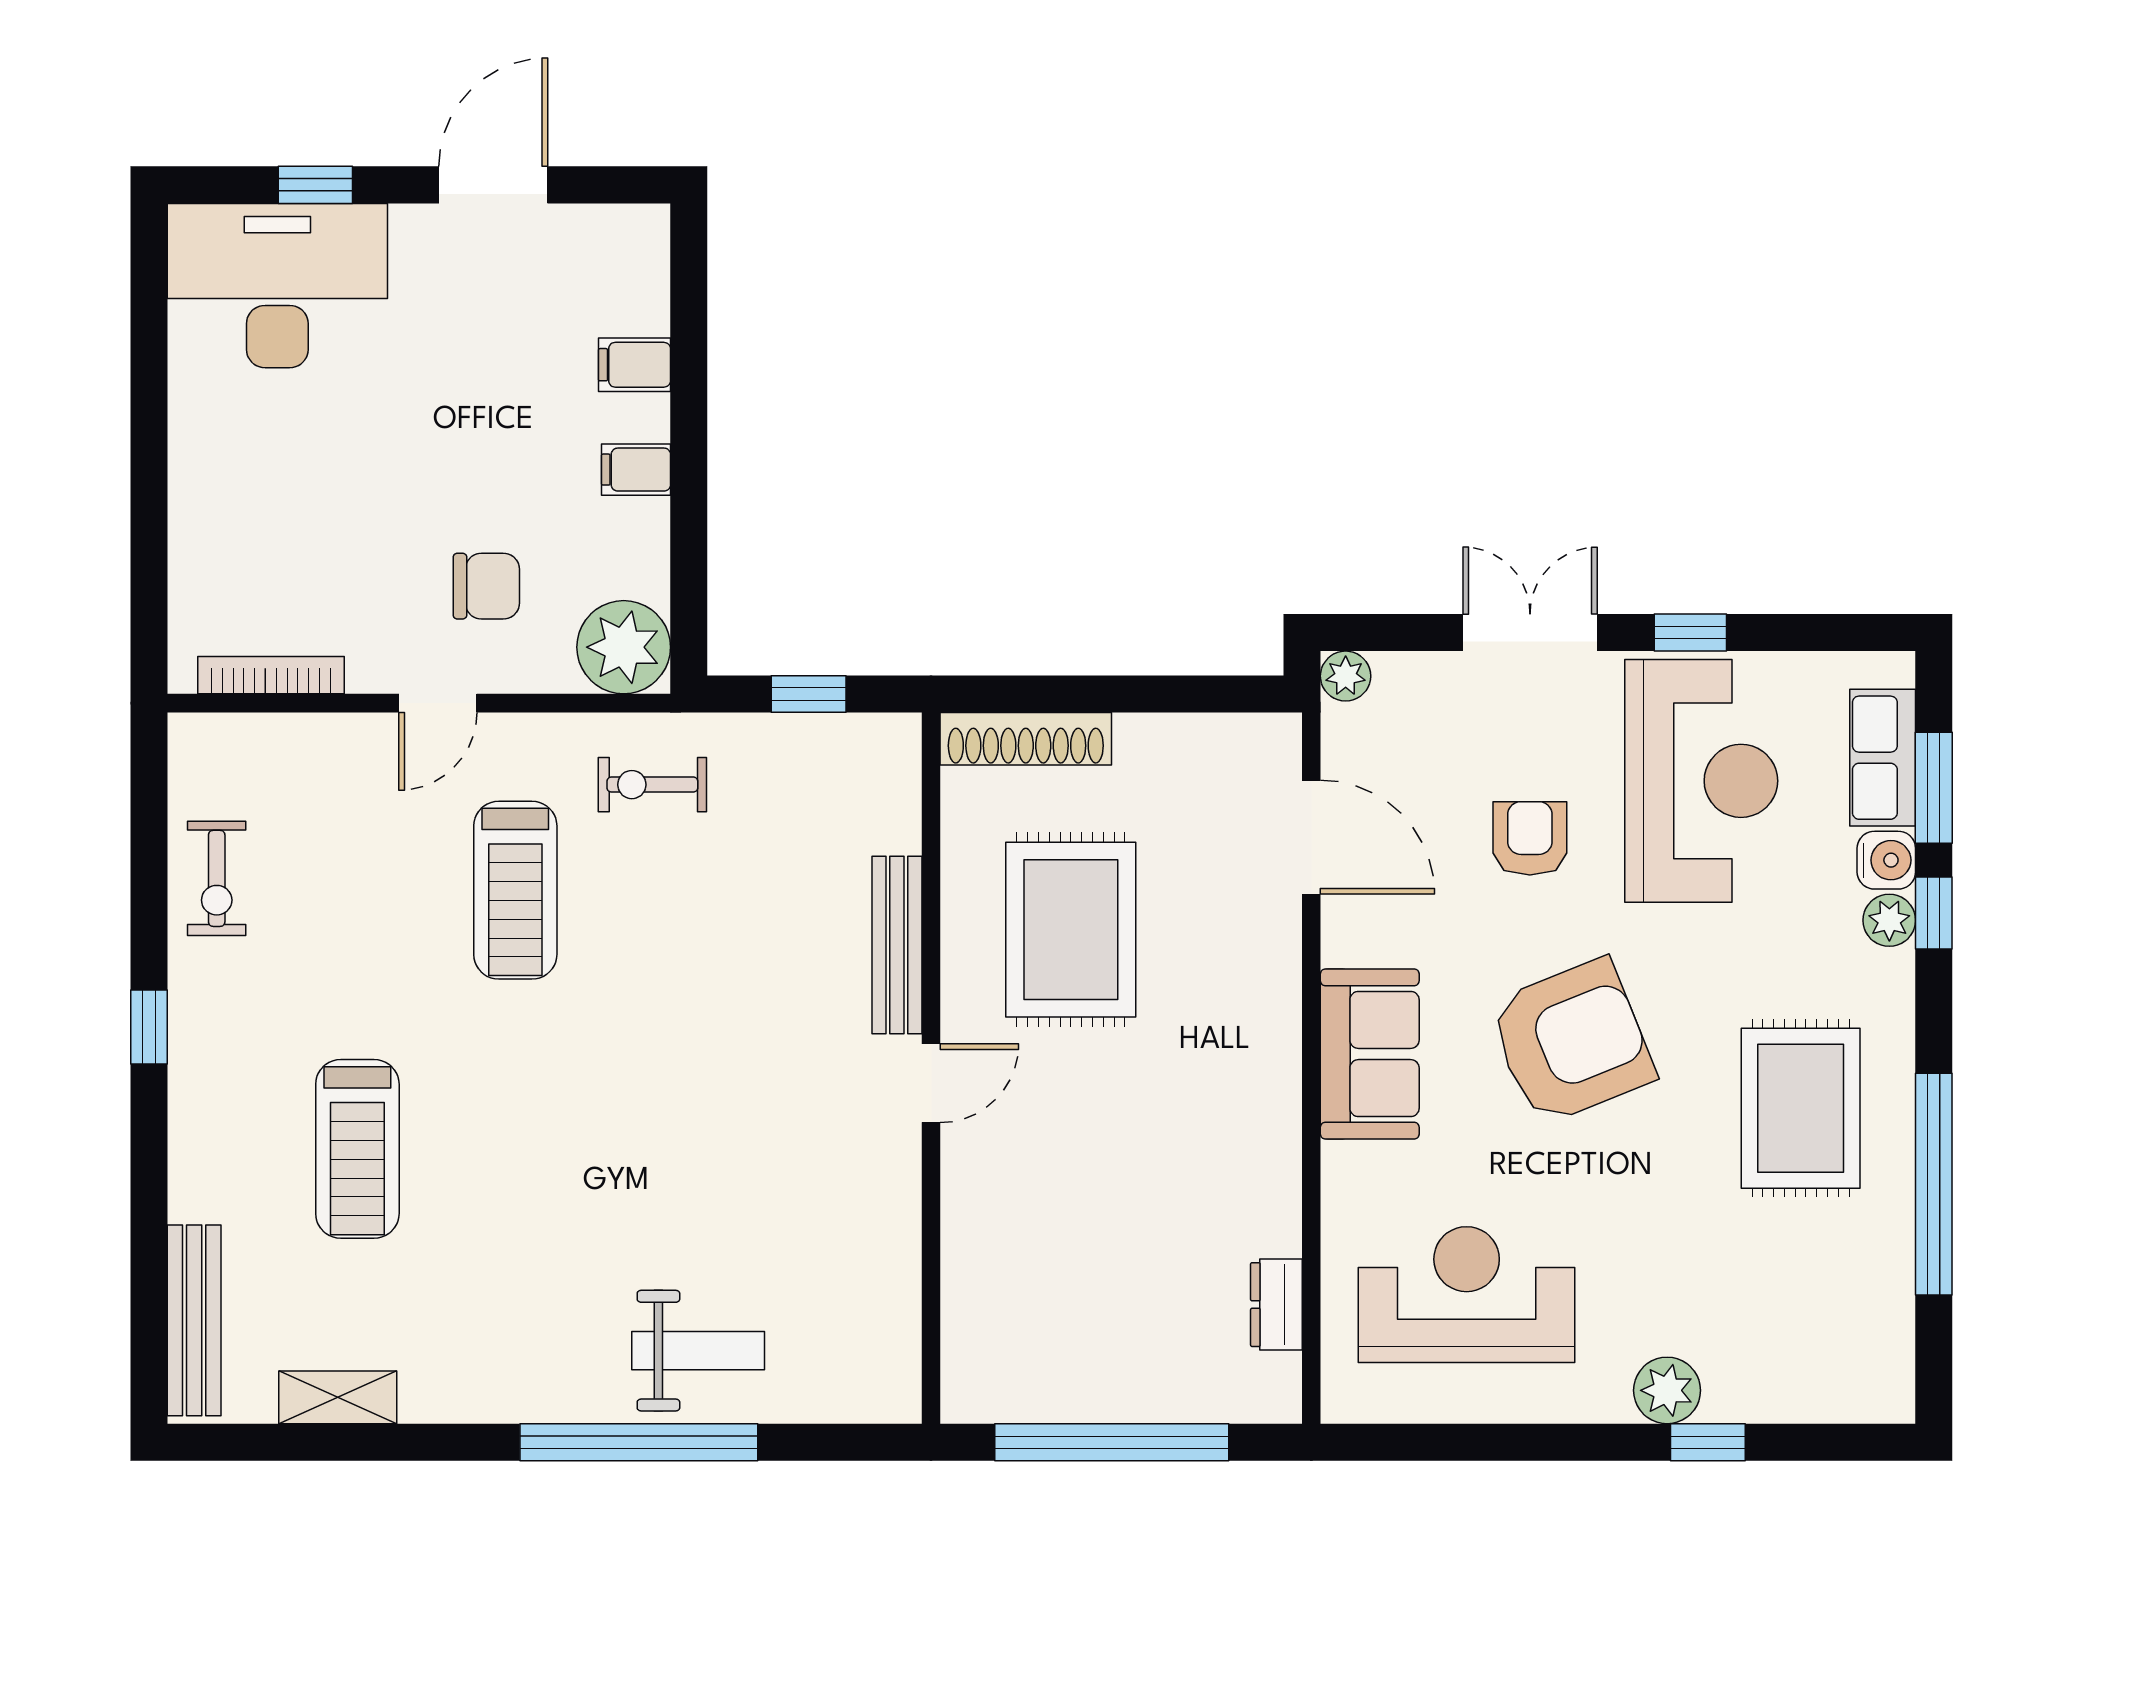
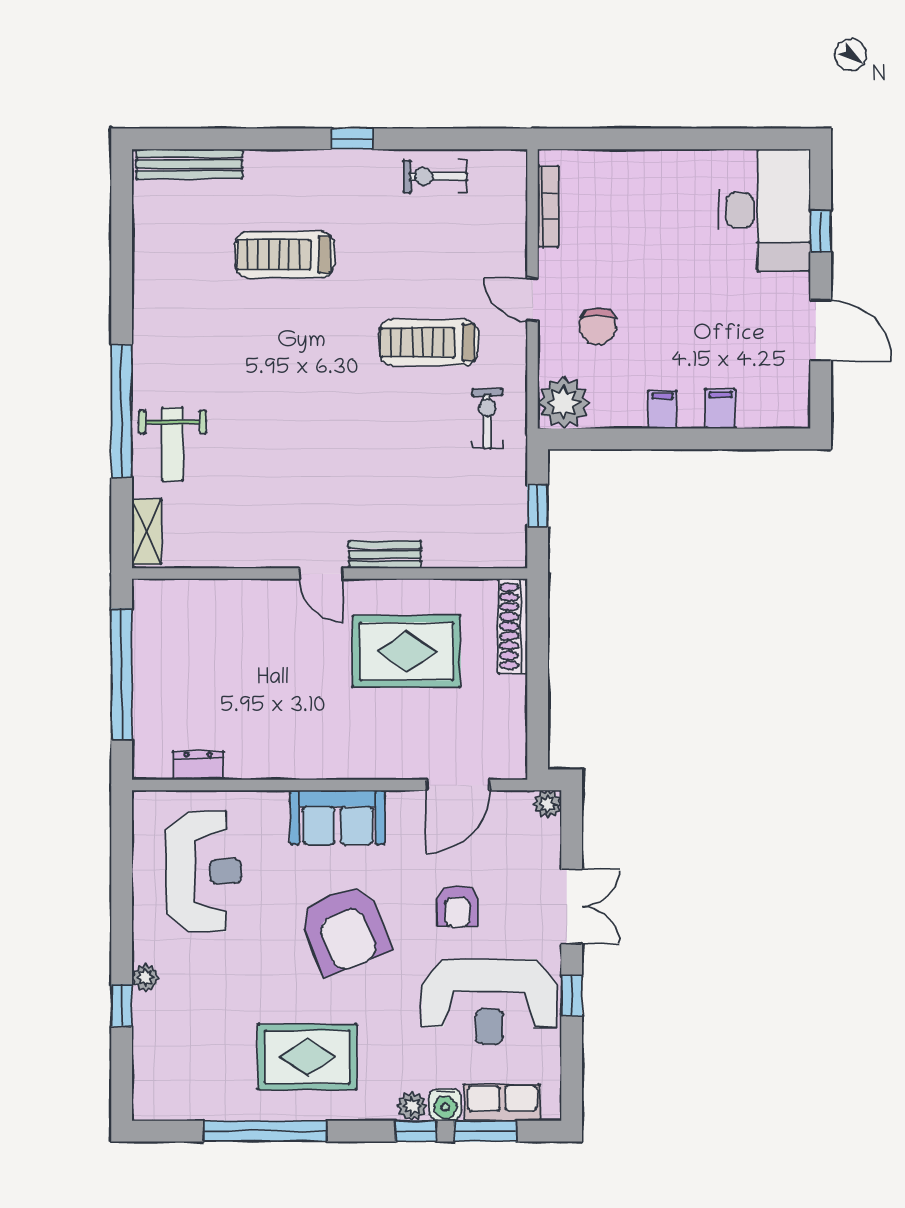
armchair: (1530, 838) -> (457, 906), turned 90
bench: (897, 945) -> (385, 555), width x0.73
plant: (1667, 1390) -> (145, 978), width x0.73, depth x0.73
shelving: (338, 1397) -> (147, 532), moved

